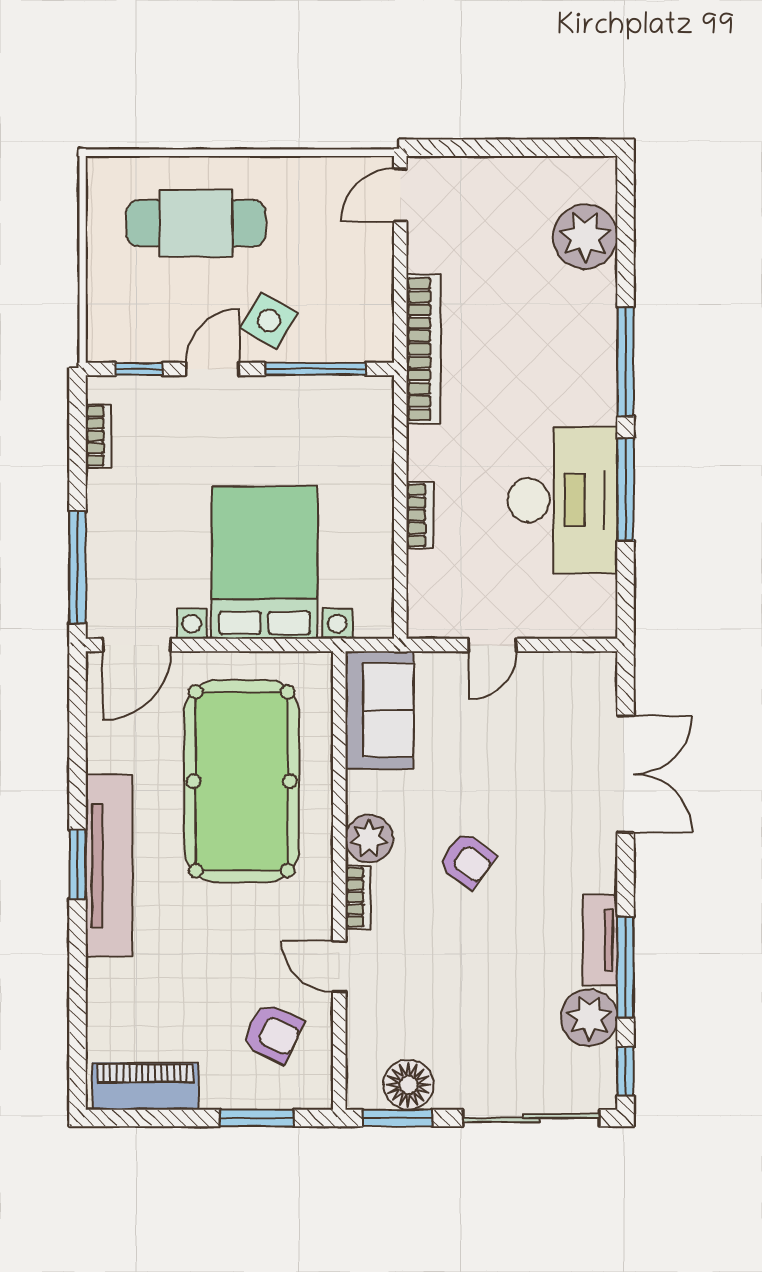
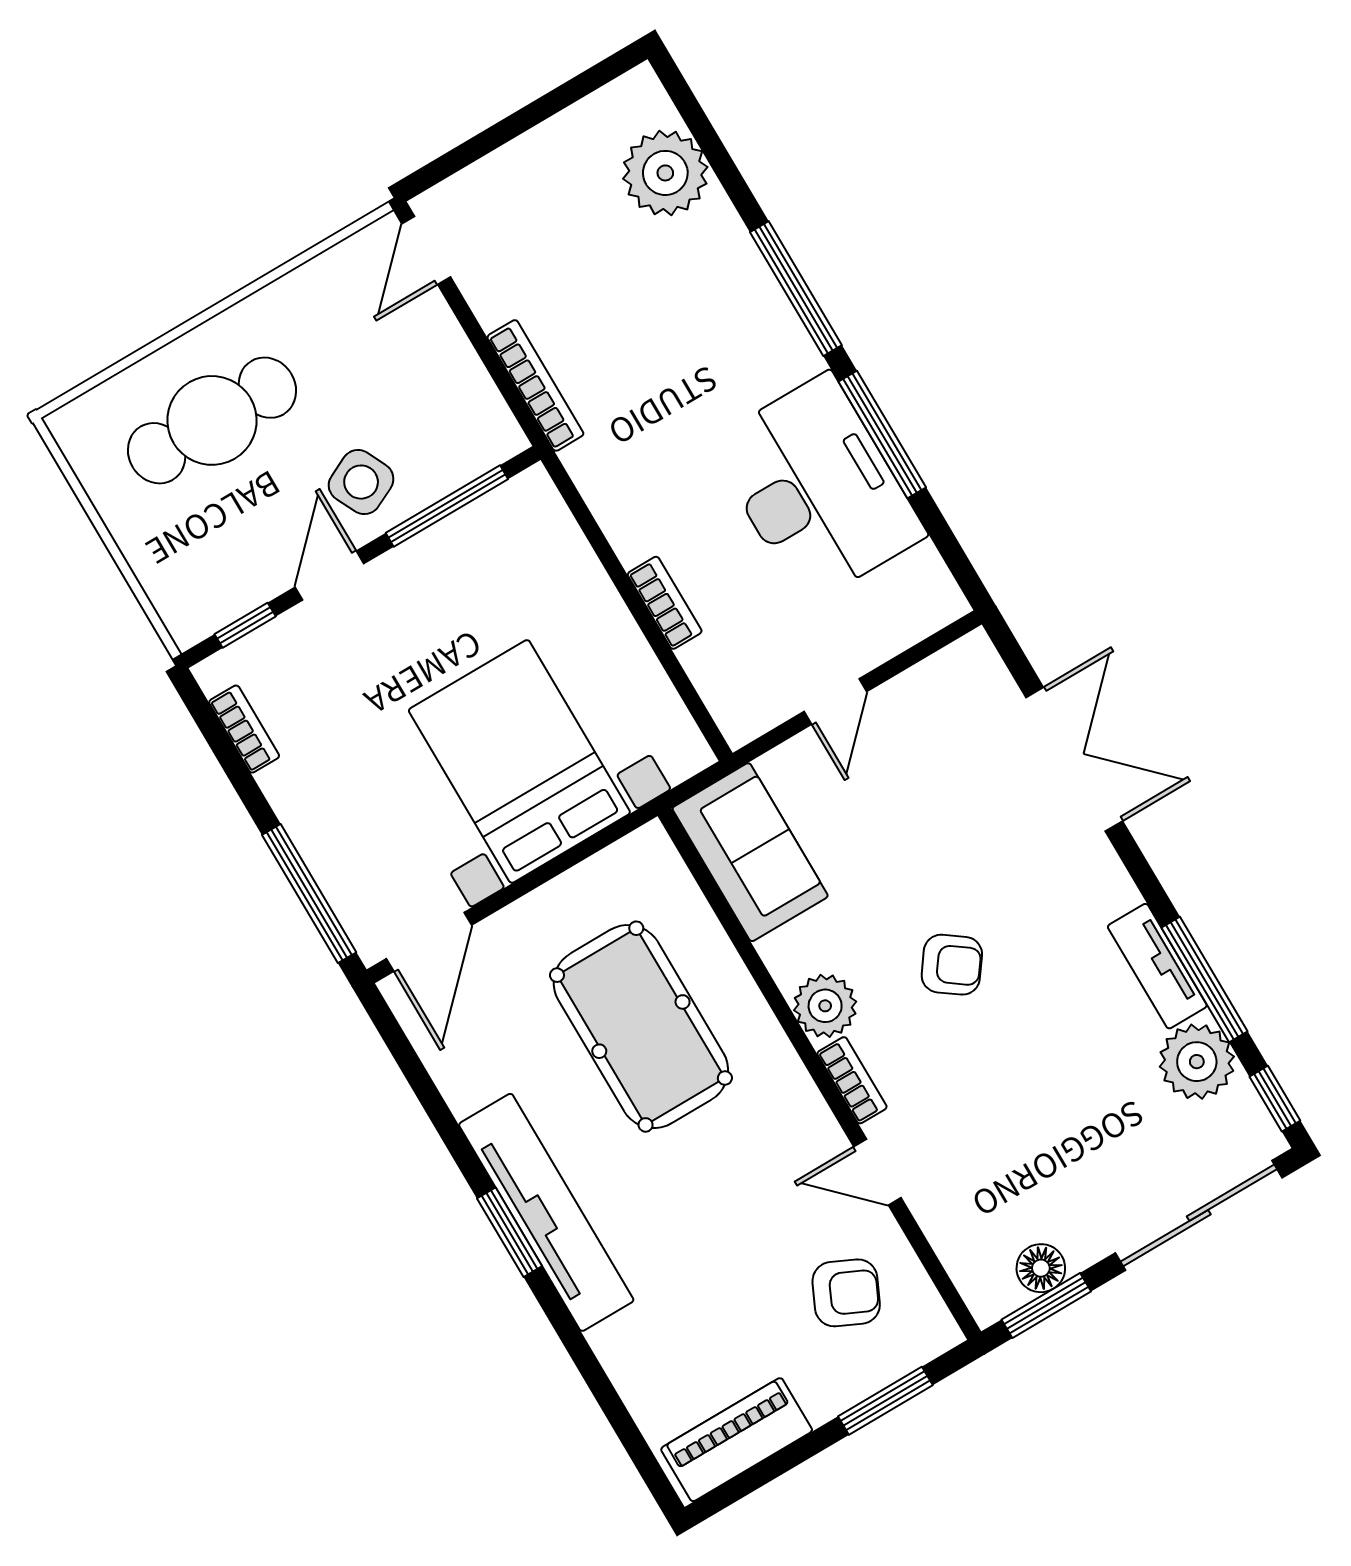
side table: (269, 320) -> (361, 482), turned 34
bookcase: (423, 349) -> (535, 385), width x0.68, depth x0.76
pool table: (242, 781) -> (641, 1027), width x0.73, depth x0.76
floor lamp: (409, 1085) -> (1041, 1268), width x0.73, depth x0.73

